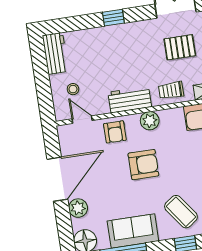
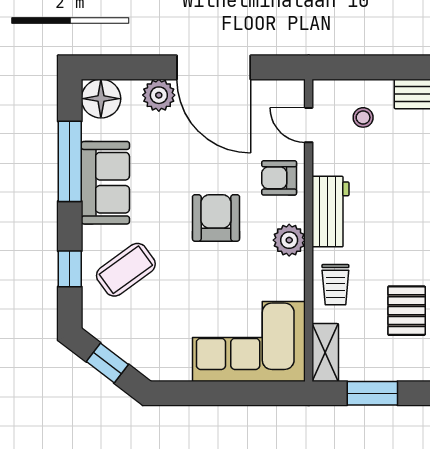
trolley: (171, 90) -> (335, 285), turned 180
door: (82, 120) -> (309, 125), swing flipped
armchair: (143, 165) -> (216, 218), turned 180

